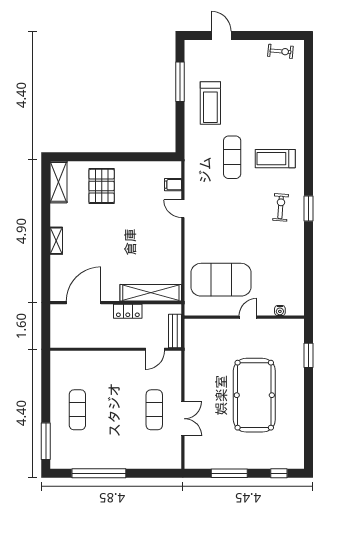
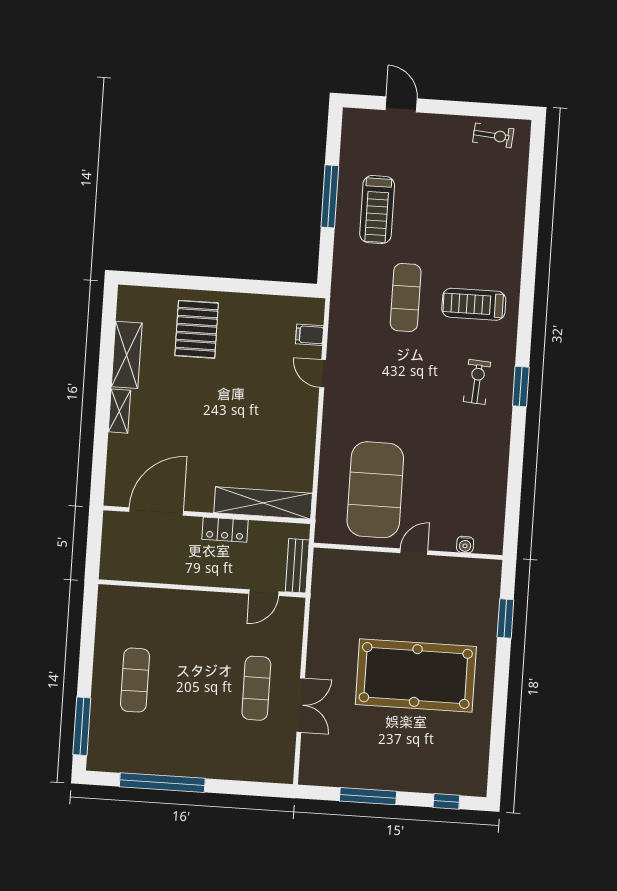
window: (180, 82) -> (330, 196), moved
shelving: (58, 182) -> (127, 355), moved
exercise mat: (221, 280) -> (375, 490), turned 90
pool table: (254, 395) -> (416, 676), turned 90

